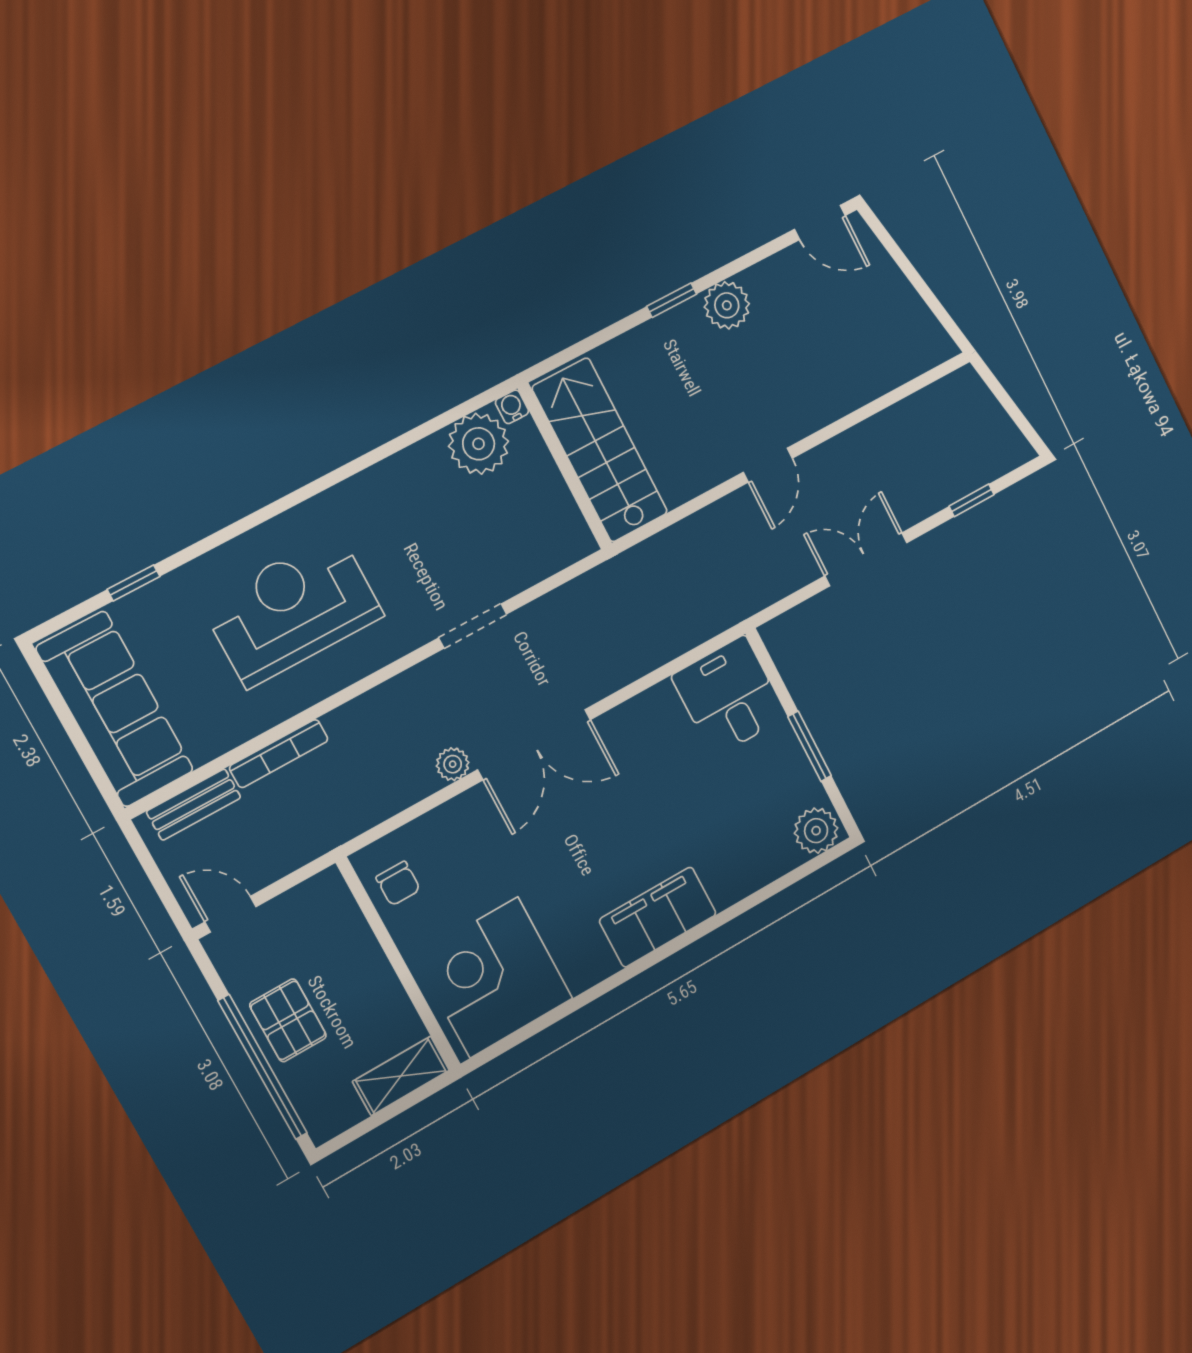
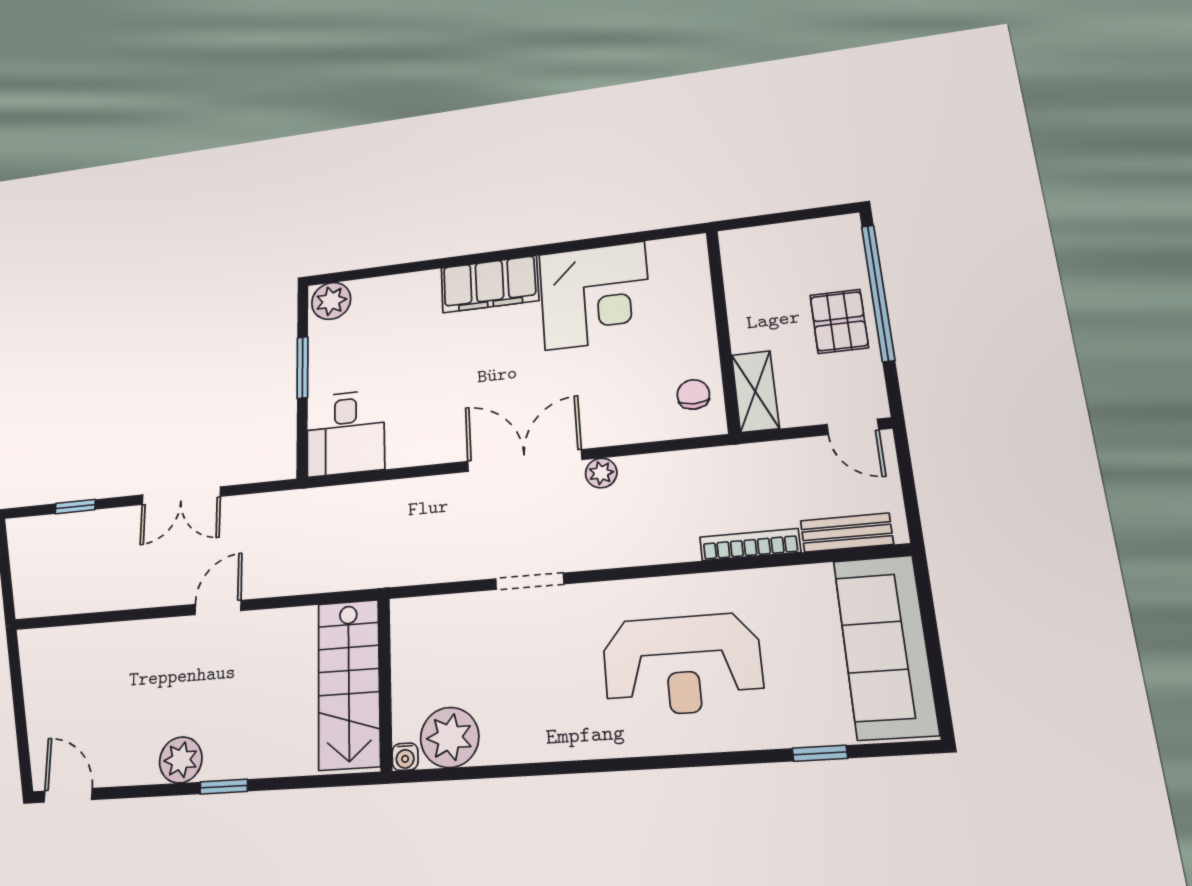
corner desk: (494, 977) -> (595, 295), moved
shelving: (401, 1076) -> (755, 391), moved, turned 90

